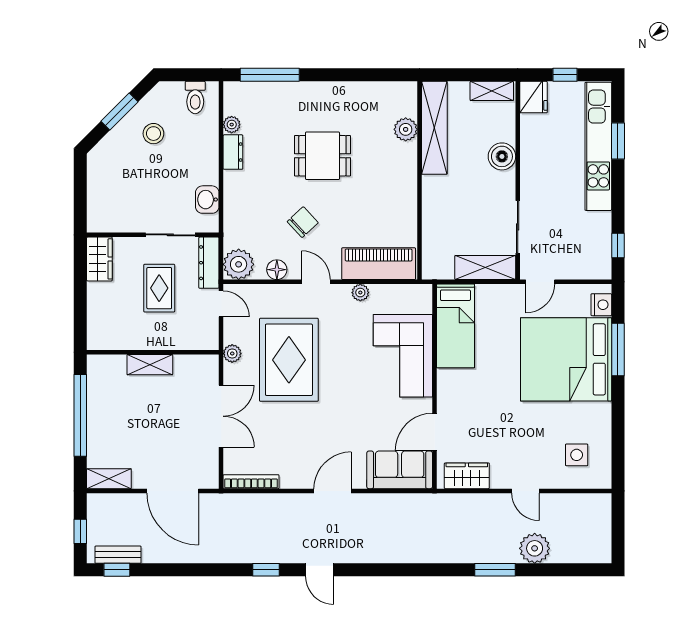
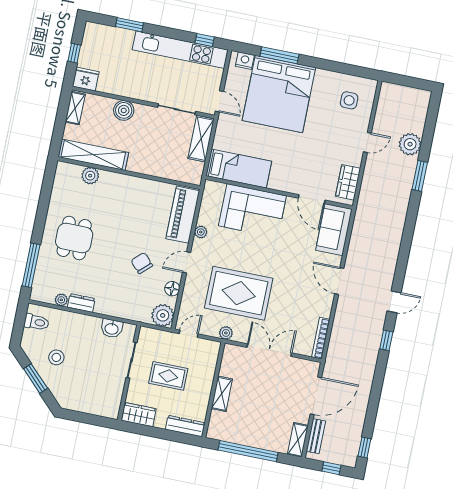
kitchen unit: (598, 146) -> (180, 50), moved
dining table: (322, 156) -> (74, 238), moved
dresser: (209, 263) -> (185, 426), moved, turned 180
bench: (118, 555) -> (316, 436), moved

